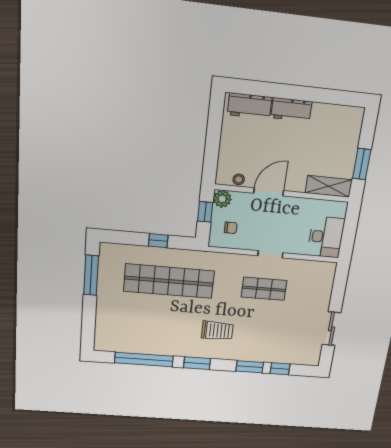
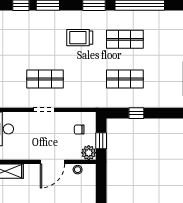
shop shelf: (169, 281) -> (125, 79), width x0.50, depth x0.74
shop shelf: (165, 325) -> (125, 39), added

